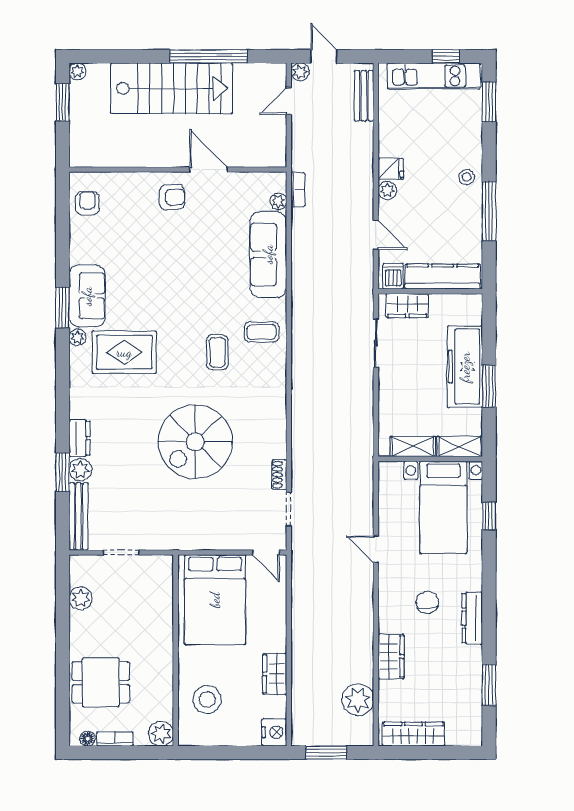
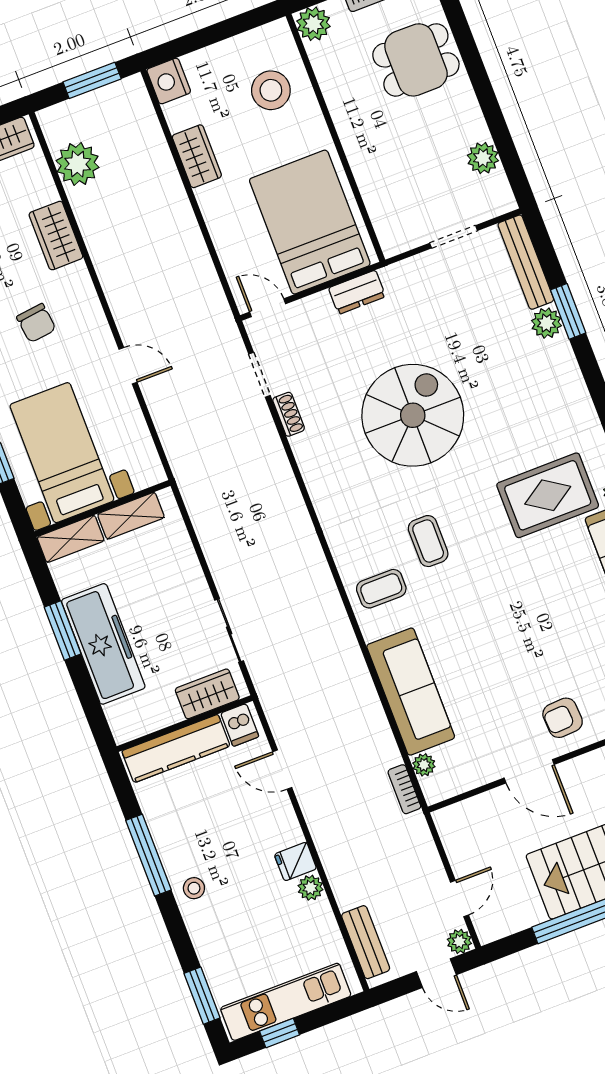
plant: (387, 190) -> (310, 888), moved
dresser: (80, 438) -> (357, 292), moved, turned -90

